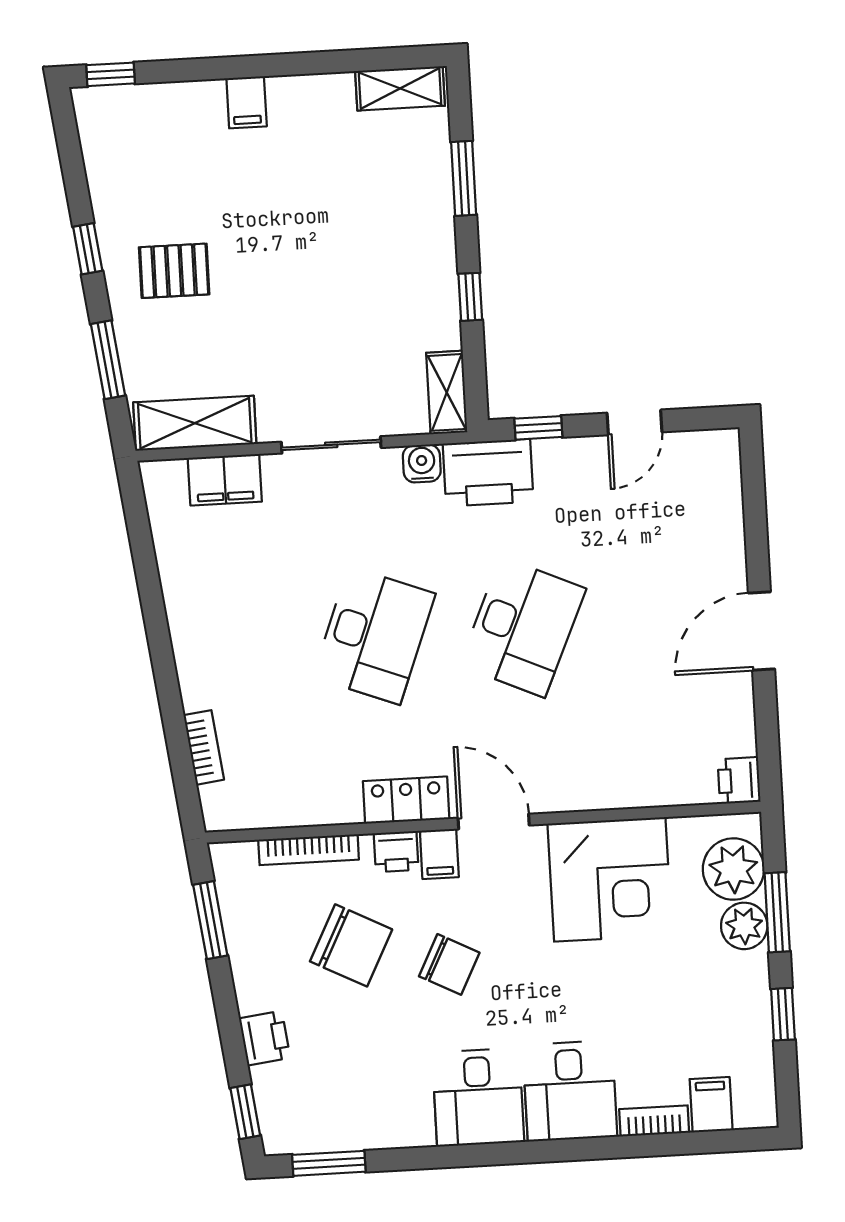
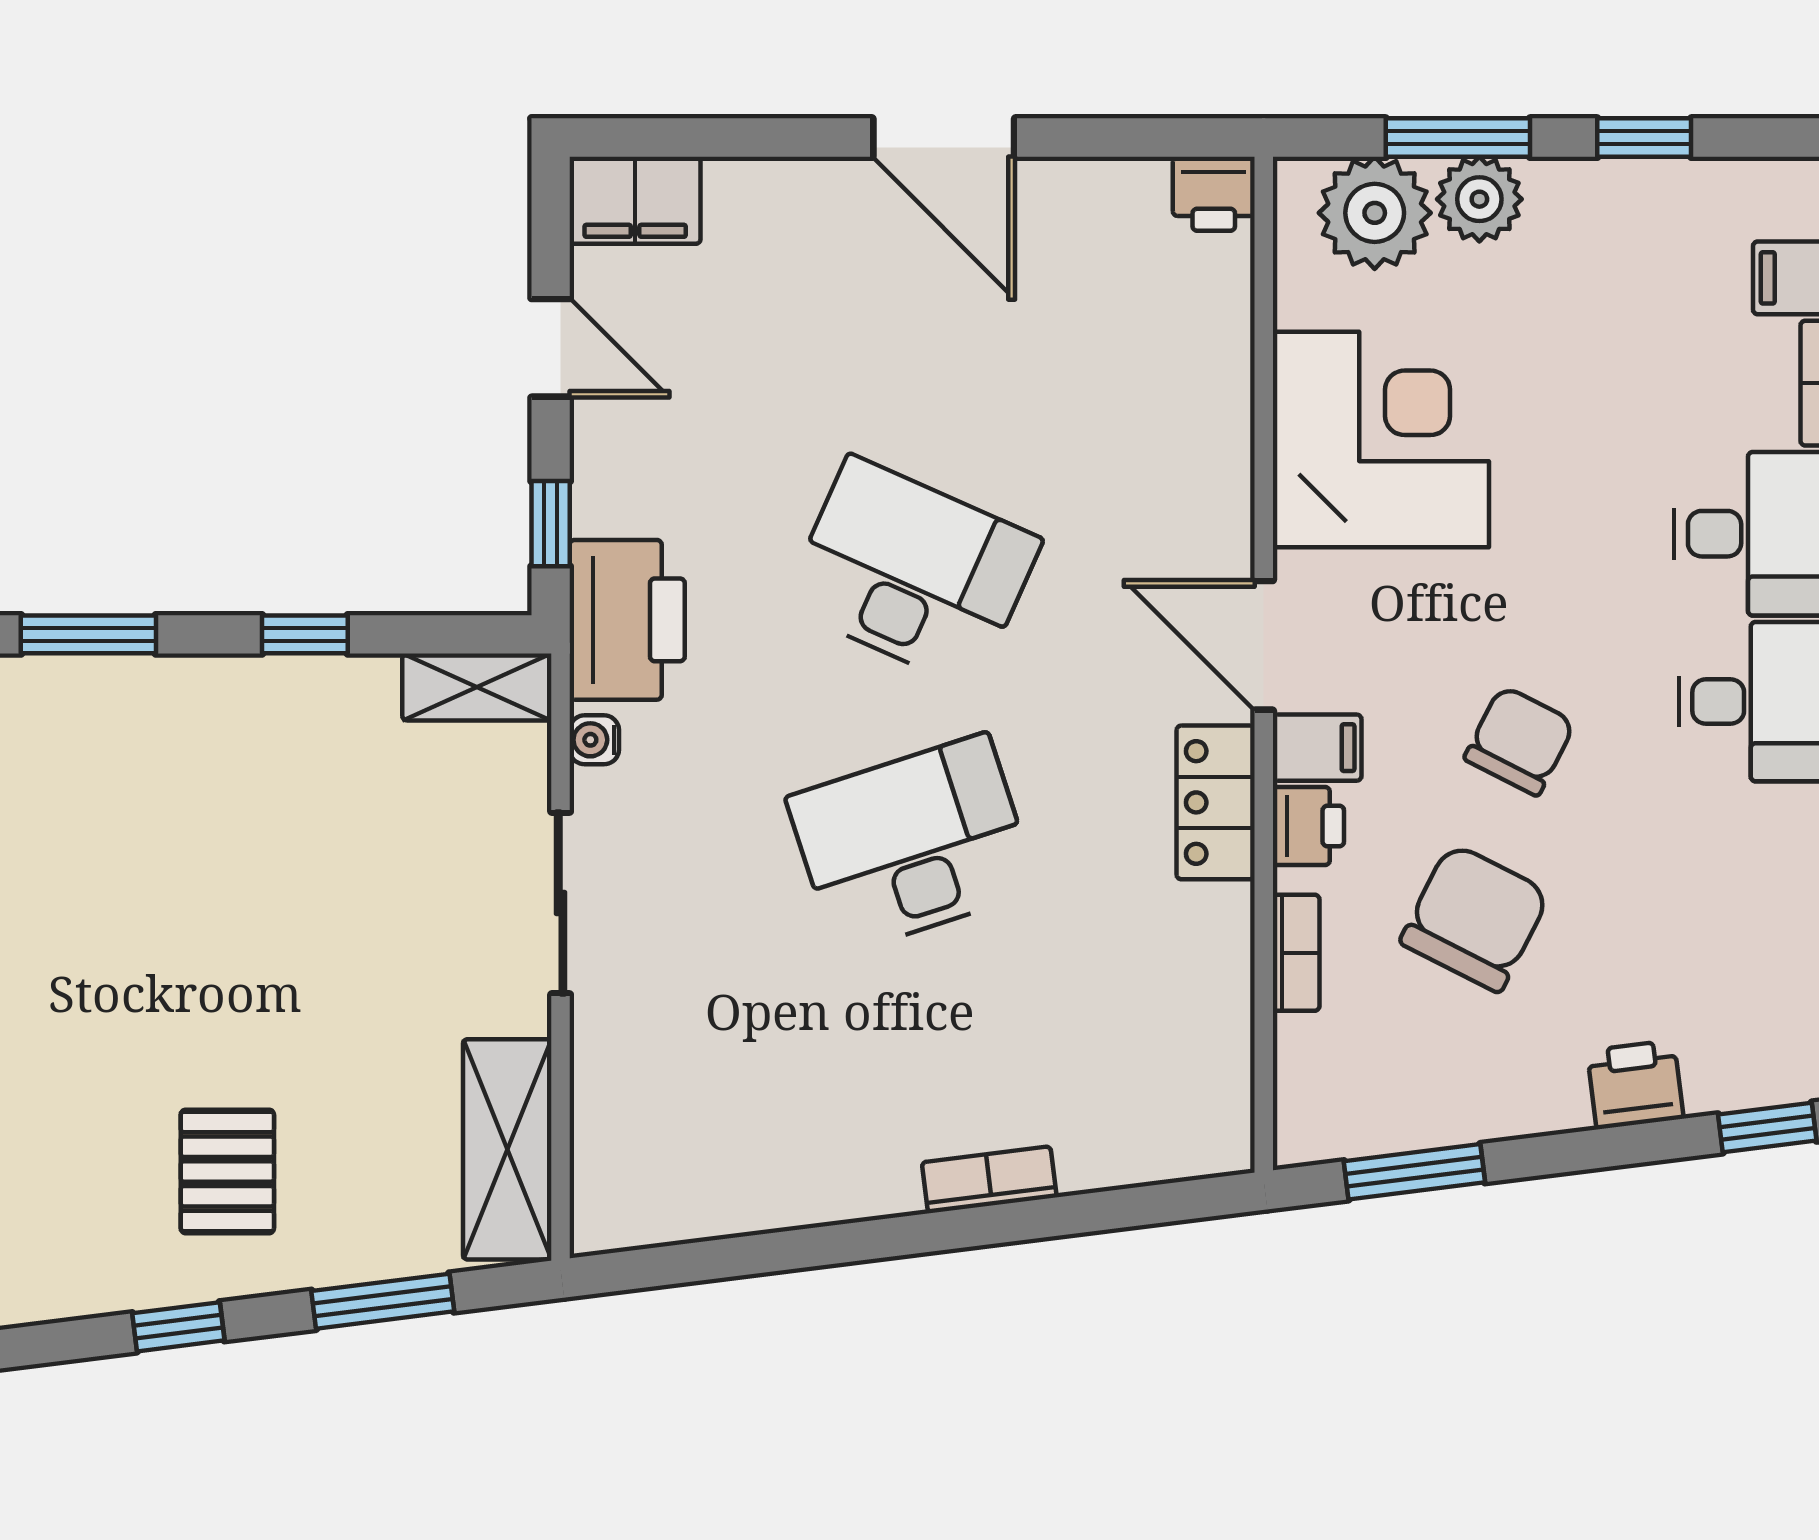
water cooler: (422, 463) -> (594, 740), width x0.72, depth x0.72
filing cabinet: (225, 480) -> (635, 200), moved, turned 90
desk: (374, 635) -> (912, 844), turned -39
bookcase: (204, 747) -> (989, 1180), moved
door: (494, 822) -> (1264, 645), hinge flipped
bookcase: (309, 850) -> (1296, 953), width x0.64

